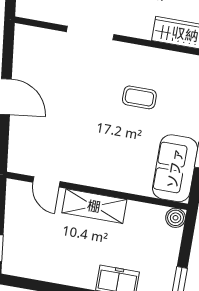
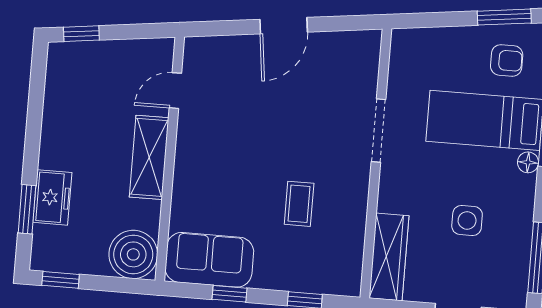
boiler: (176, 218) -> (133, 254), width x1.86, depth x1.86

